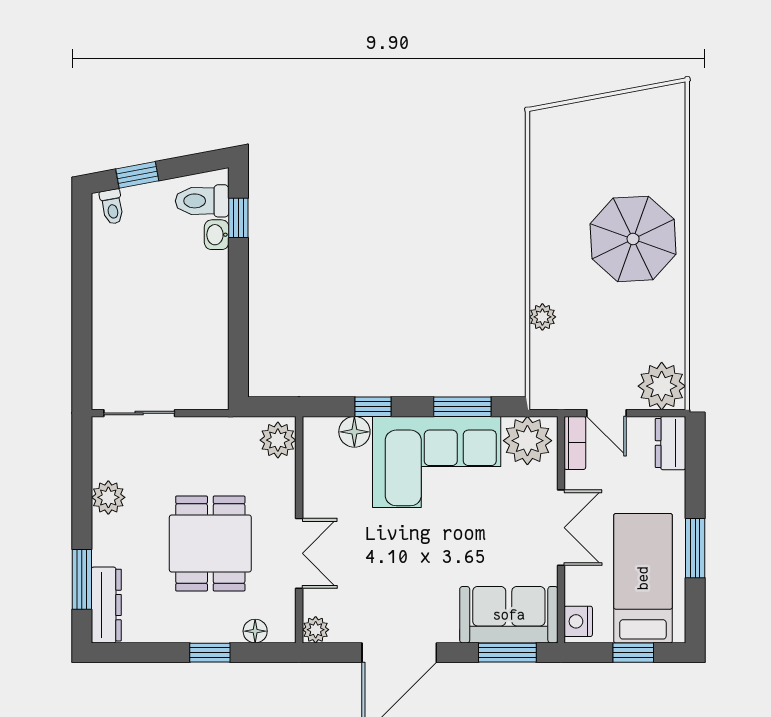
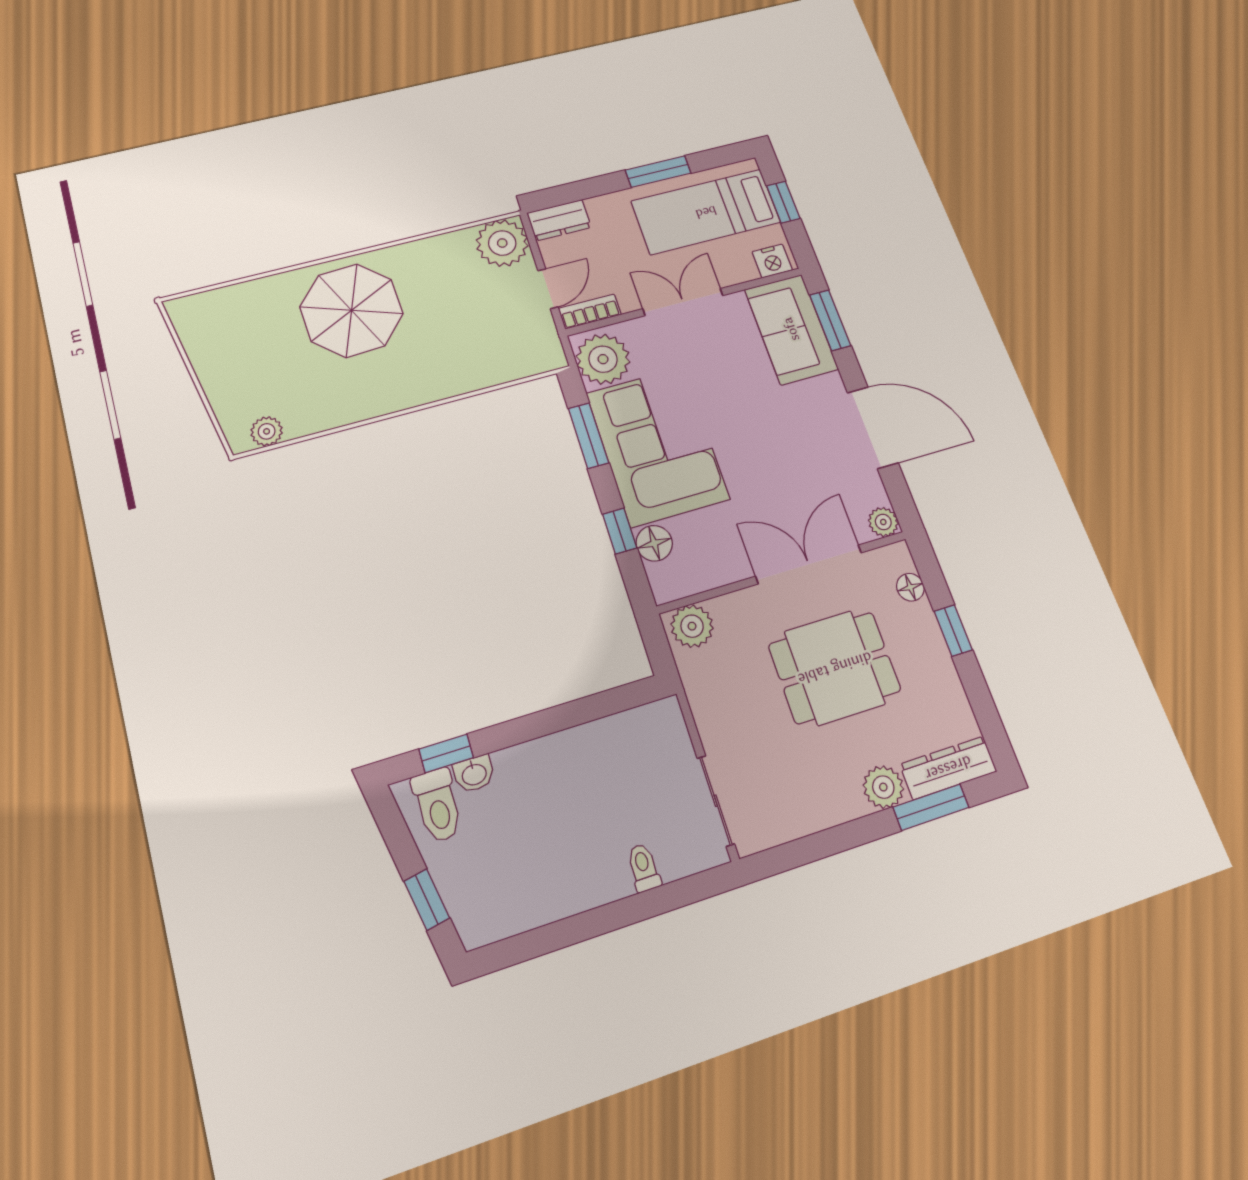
toilet: (112, 207) -> (644, 868), moved, turned -79
plant: (542, 317) -> (267, 431), moved
plant: (108, 497) -> (883, 787), moved
double door: (299, 553) -> (809, 564), width x1.37

